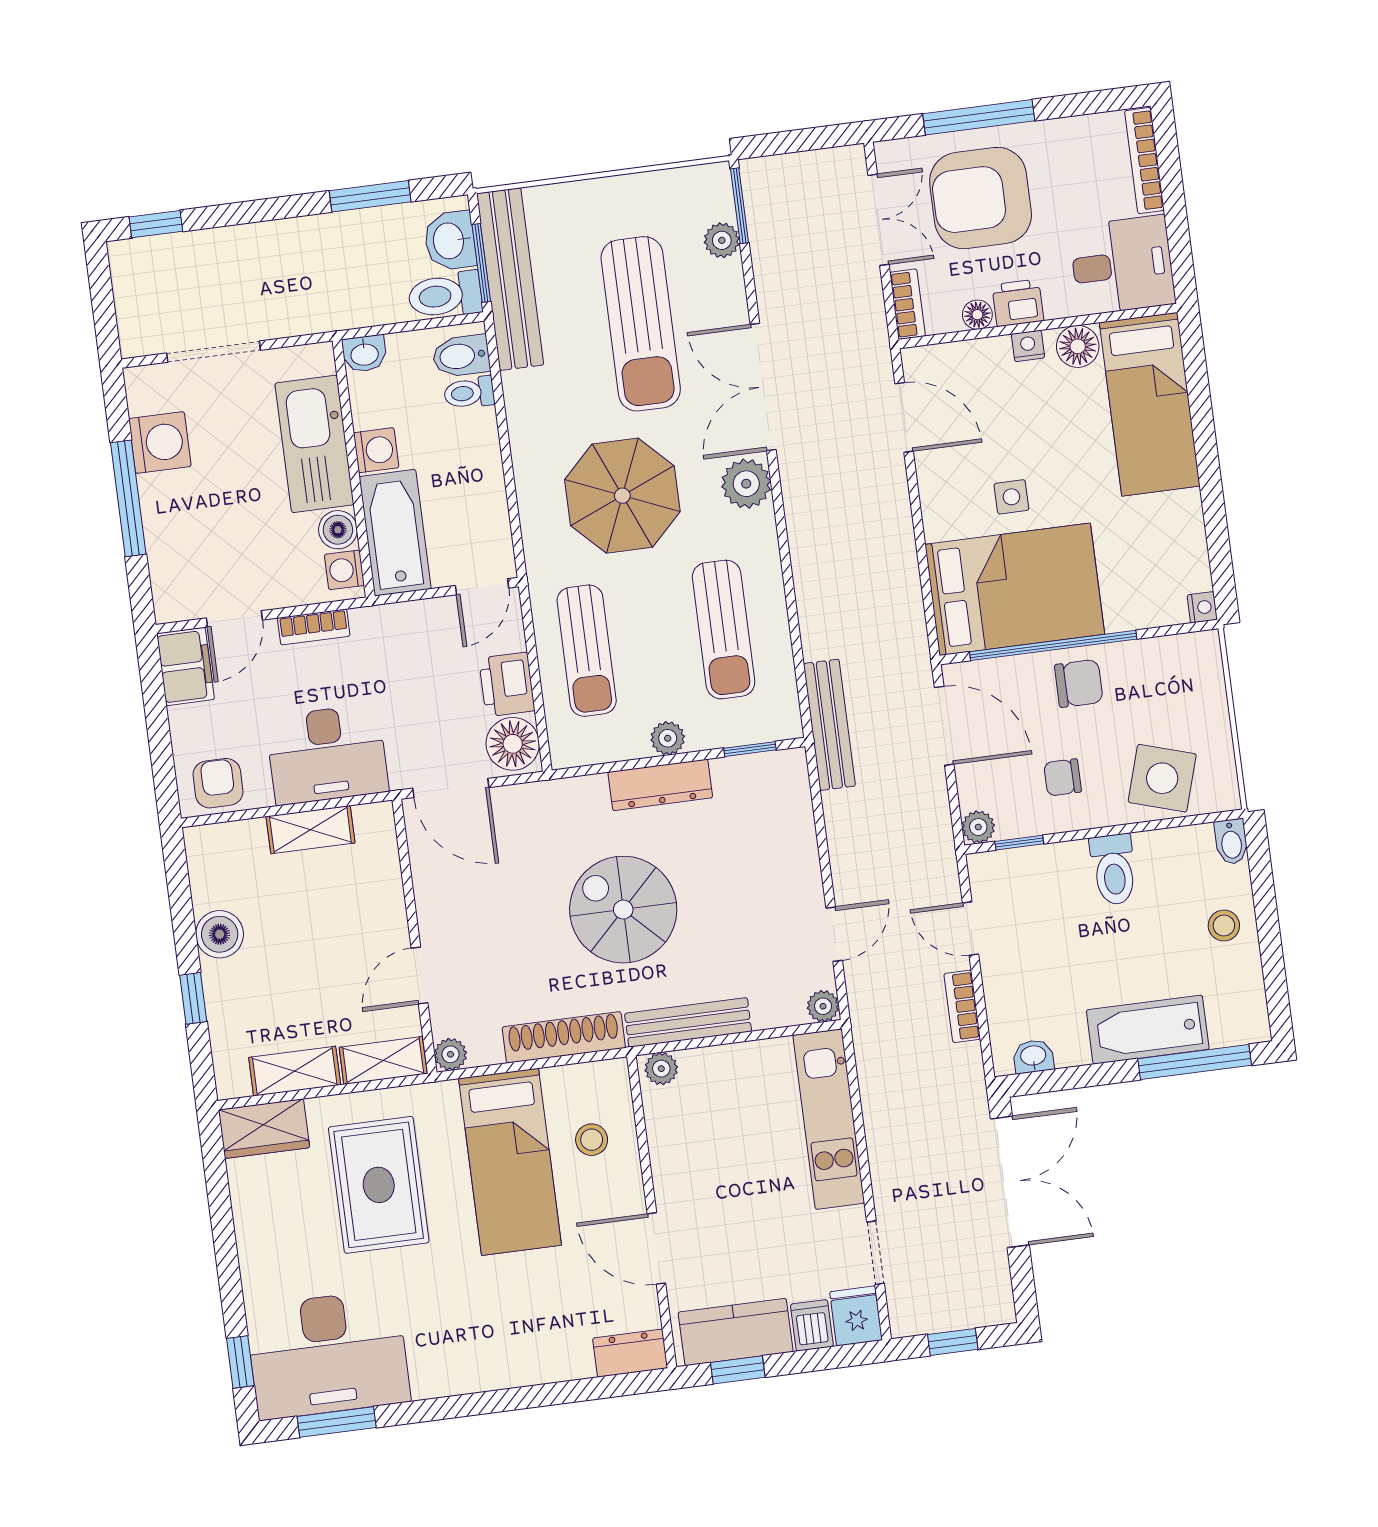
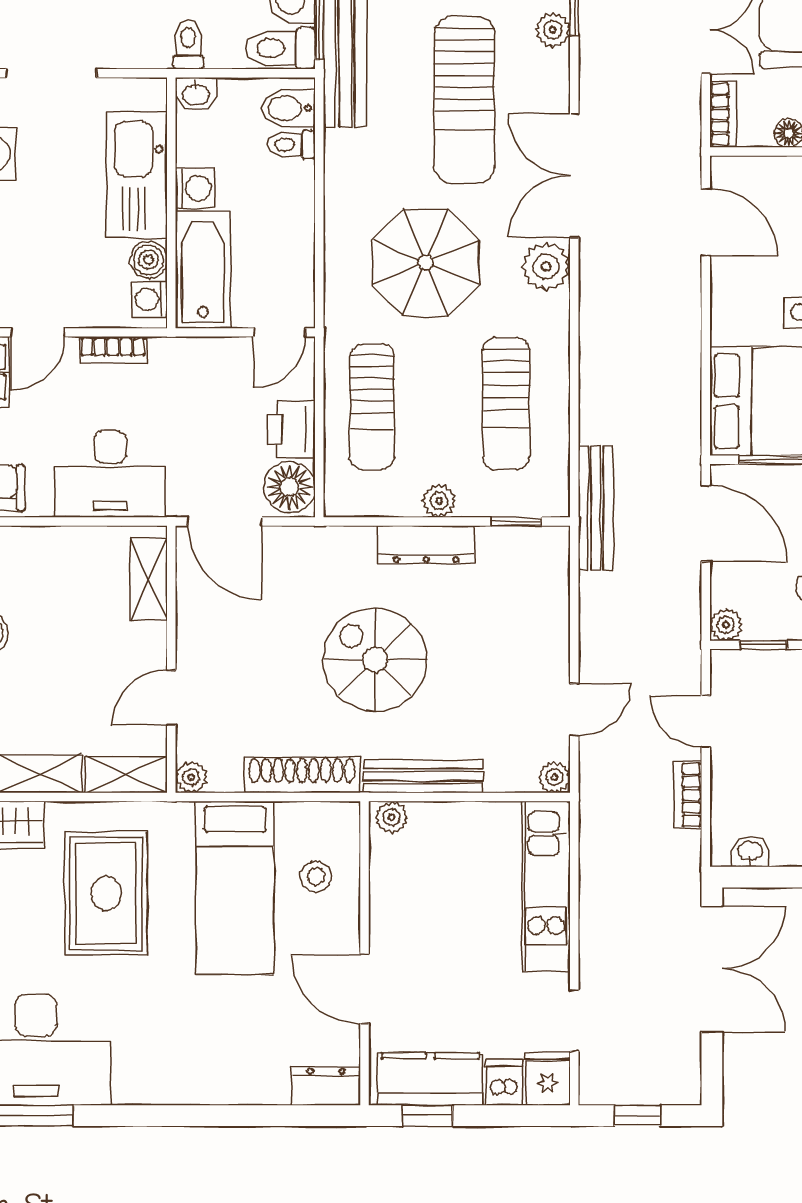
toilet: (350, 304) -> (188, 44), added
shelving: (310, 830) -> (149, 579), moved, turned 90

